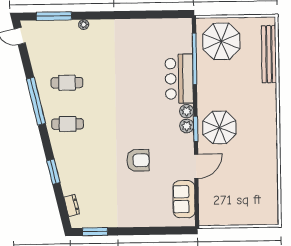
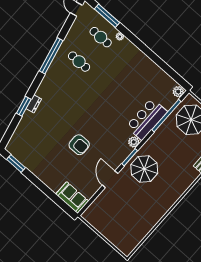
cafe table: (68, 124) -> (101, 37), moved
plant: (187, 126) -> (178, 92), moved
door: (196, 166) -> (110, 179), swing flipped
sofa: (184, 199) -> (72, 198), moved, turned 90
dresser: (72, 205) -> (34, 104), moved

